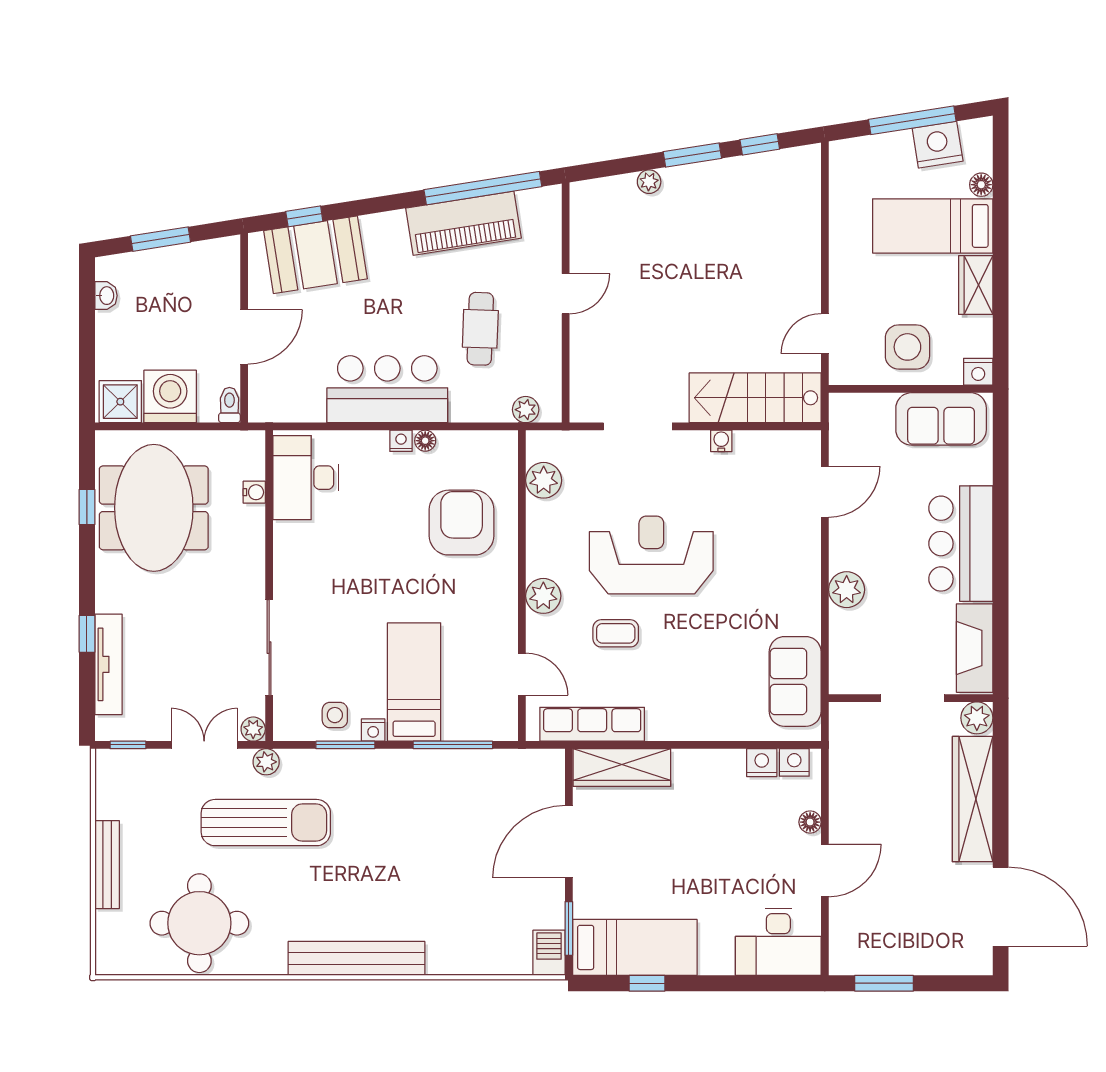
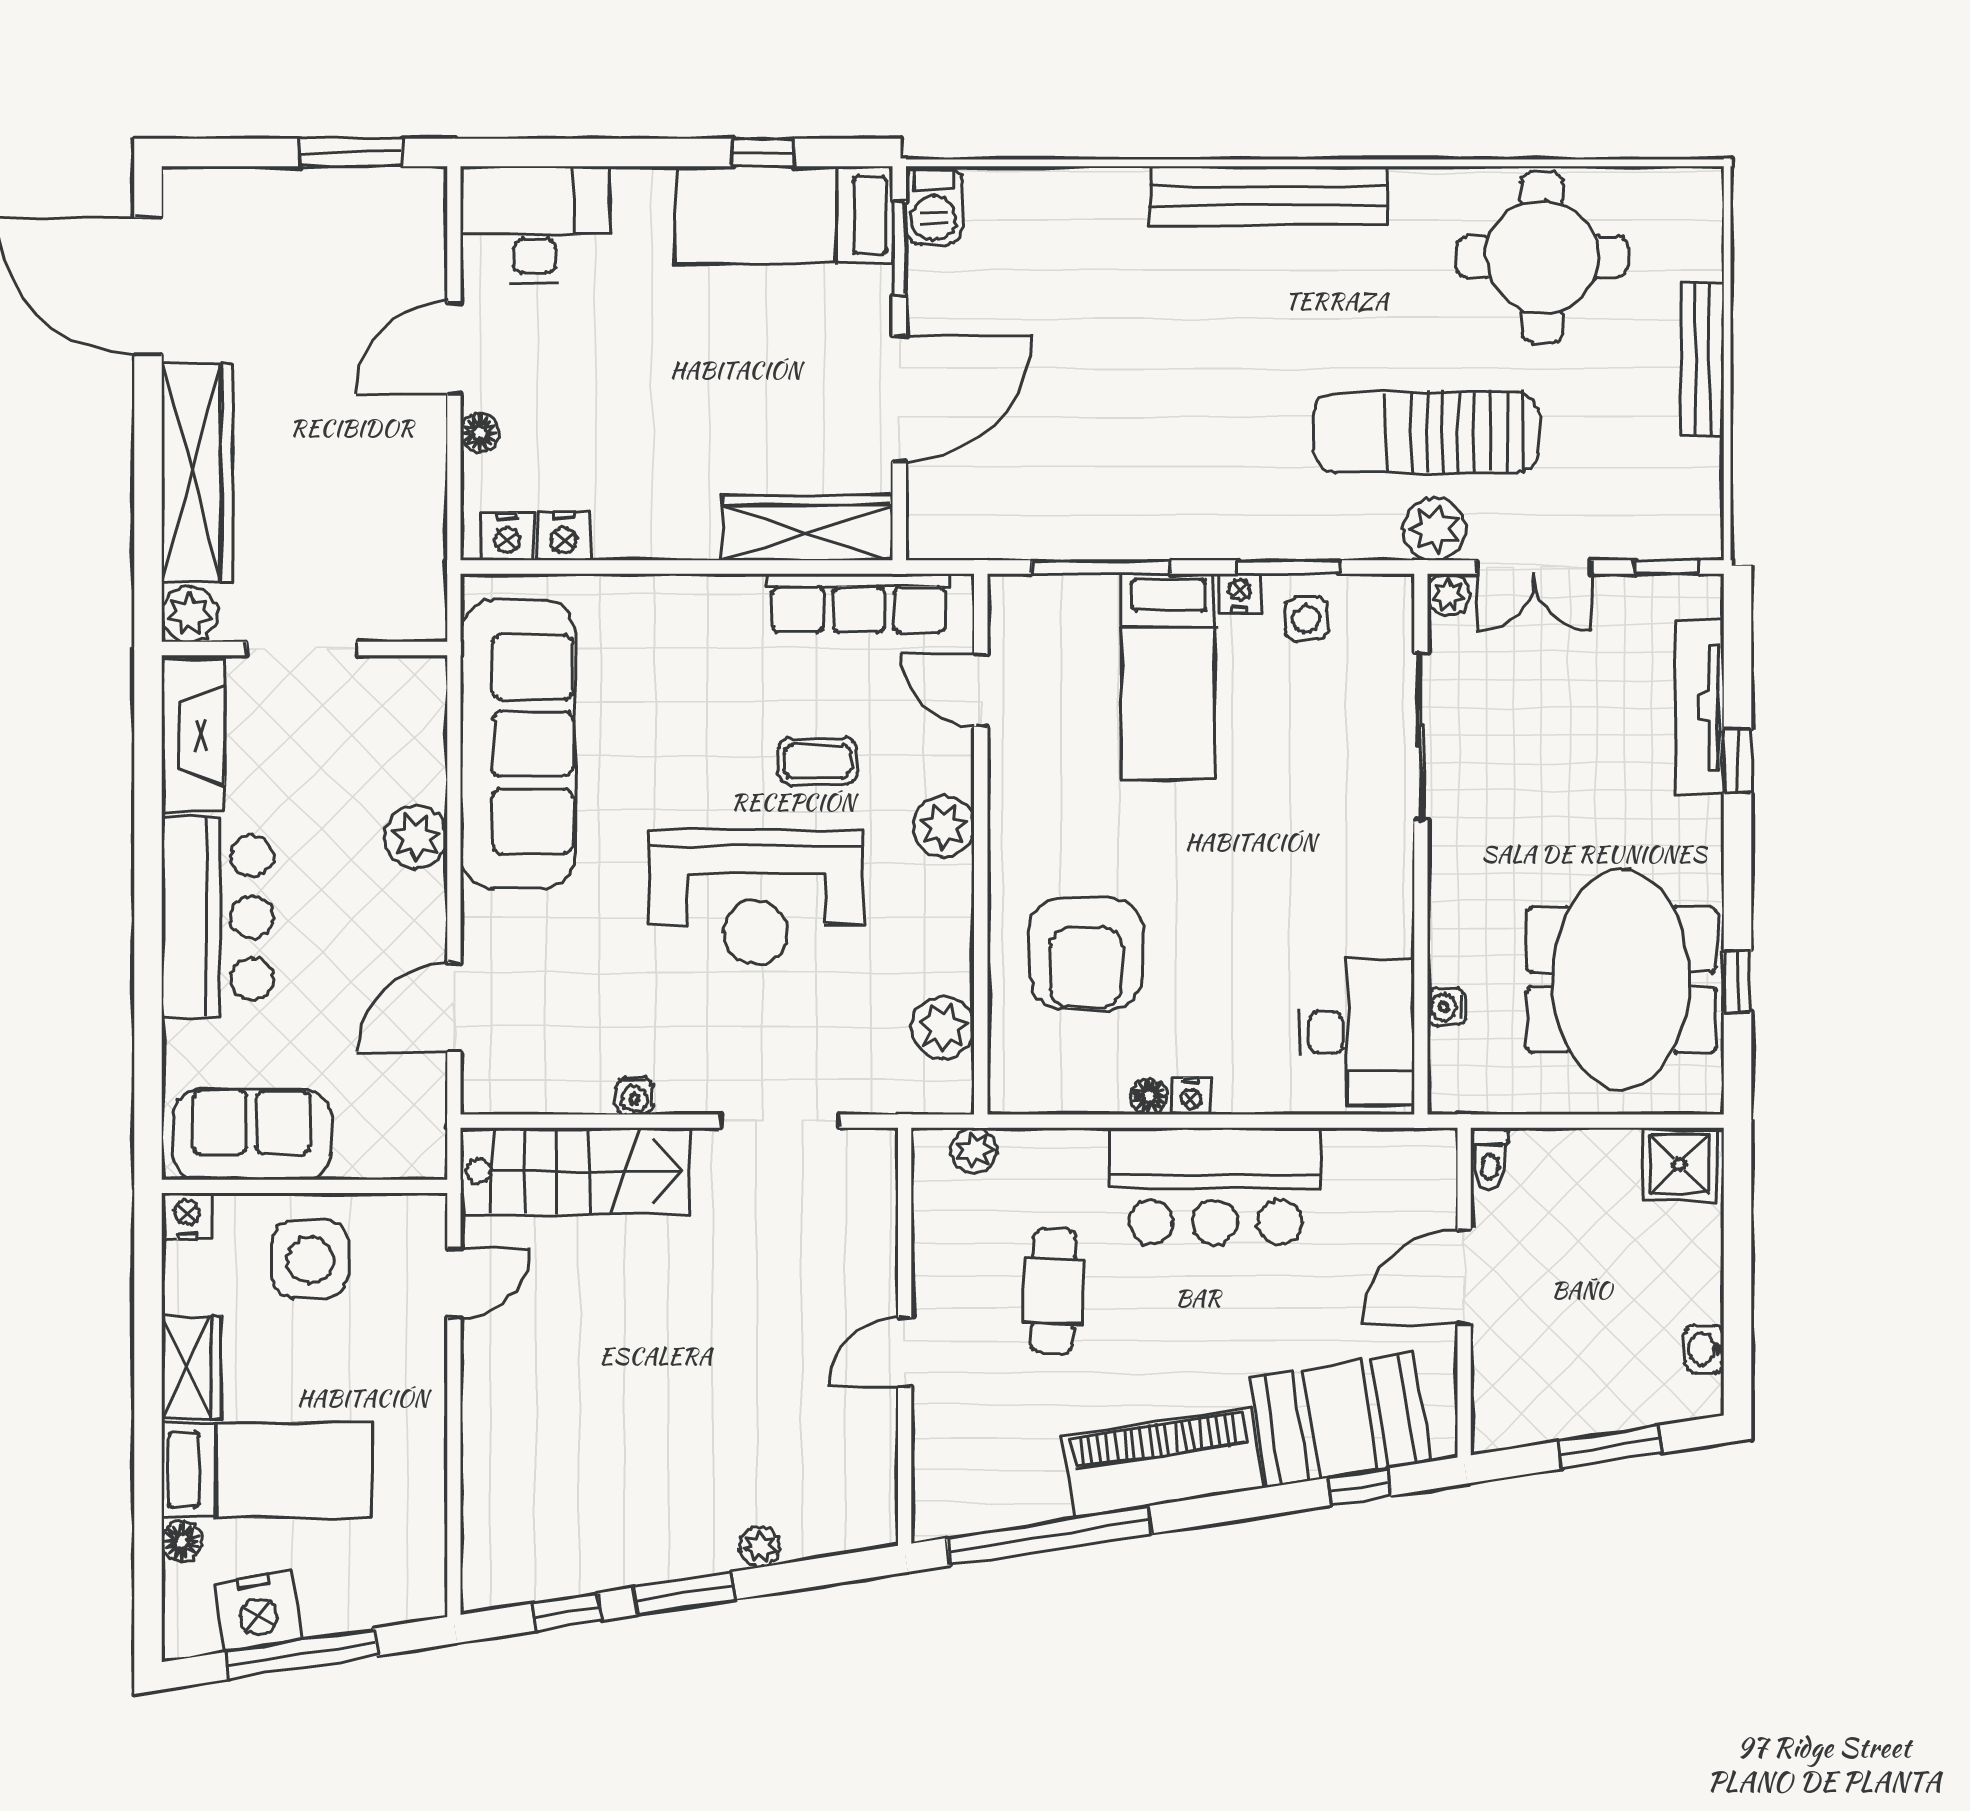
piano: (464, 223) -> (1162, 1462), moved
washing machine: (170, 396) -> (1593, 1173), removed
sofa: (795, 681) -> (518, 744), width x1.85, depth x1.27
plant: (266, 762) -> (1434, 529), width x1.38, depth x1.38

